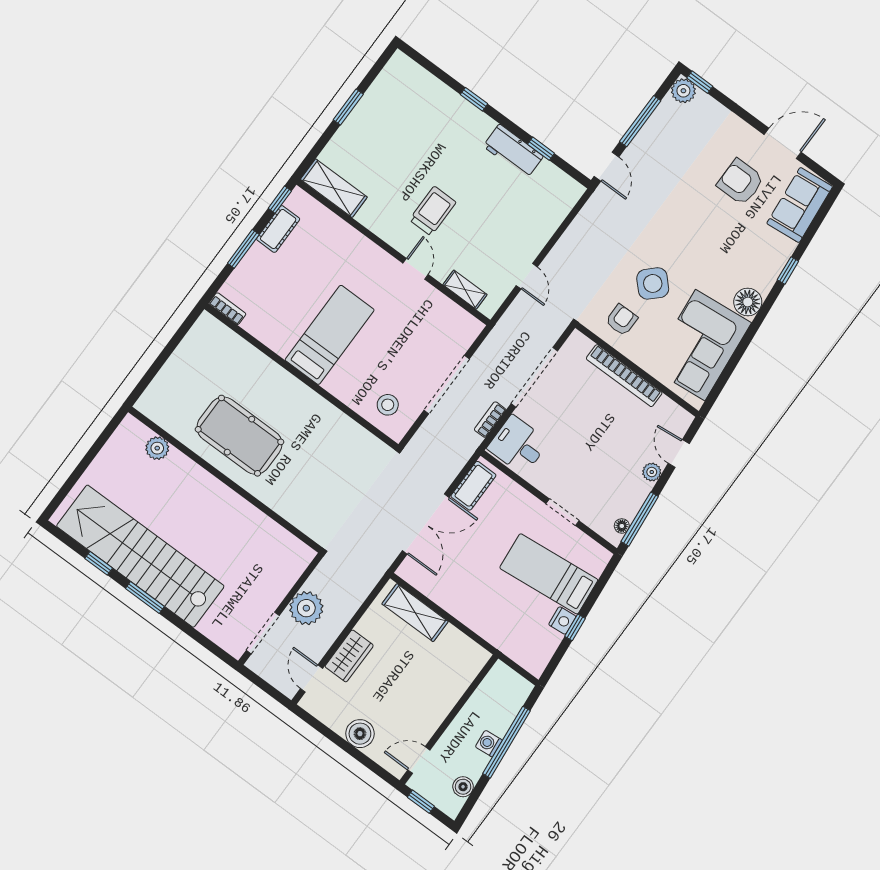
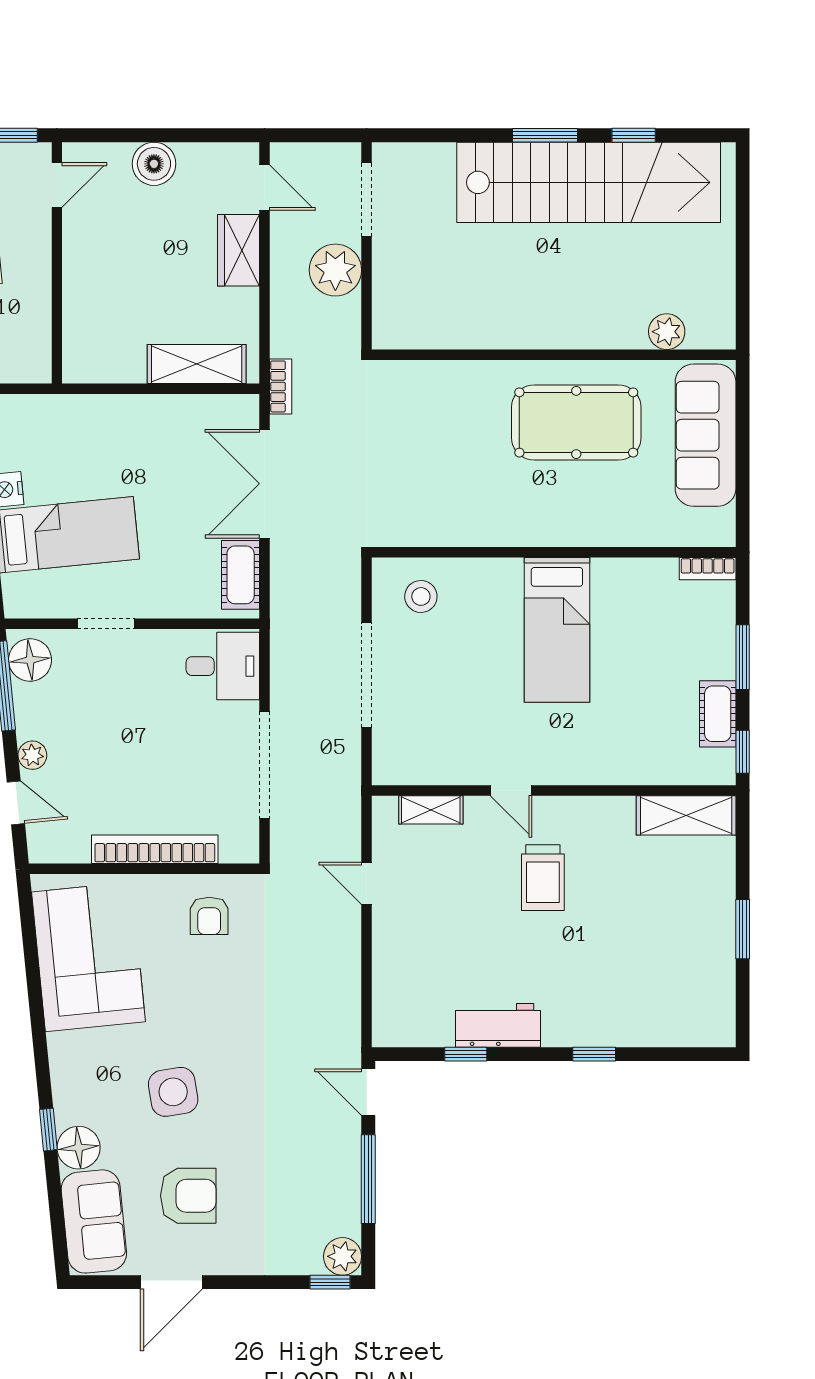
side table: (653, 283) -> (173, 1092), moved, turned 35
floor lamp: (748, 302) -> (79, 1148), moved
sofa: (177, 379) -> (706, 435), added
bookcase: (490, 420) -> (281, 386), moved
floor lamp: (622, 526) -> (30, 660), width x1.89, depth x1.89

